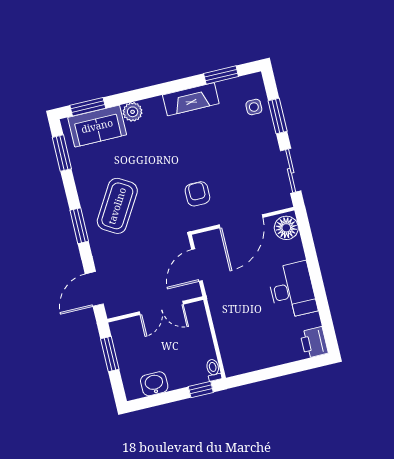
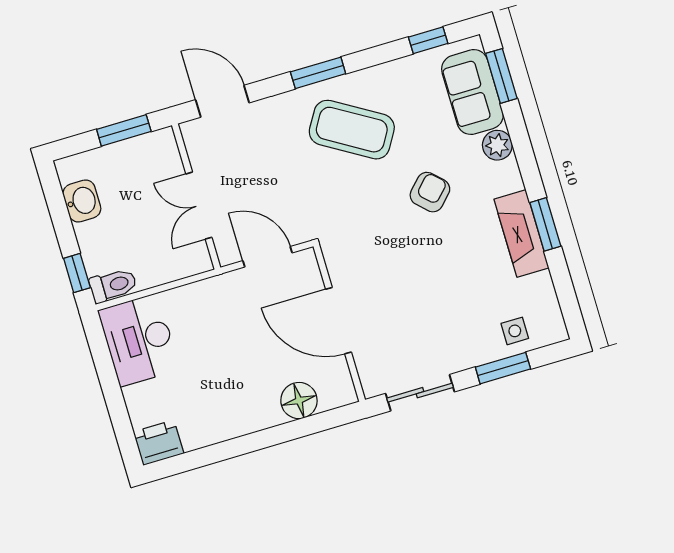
window: (221, 75) -> (545, 224), moved
window: (62, 153) -> (428, 40), width x0.67
armchair: (197, 194) -> (430, 192), moved, turned -46
floor lamp: (286, 228) -> (299, 401), moved
desk: (292, 290) -> (139, 340), moved, turned 90
toilet: (213, 370) -> (113, 285), width x1.37, depth x1.39

